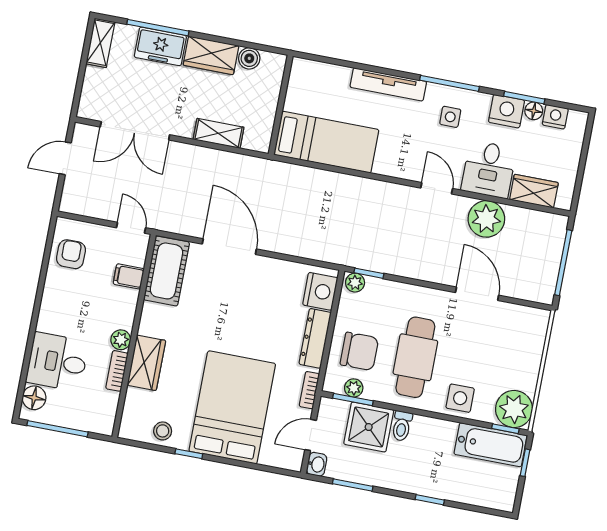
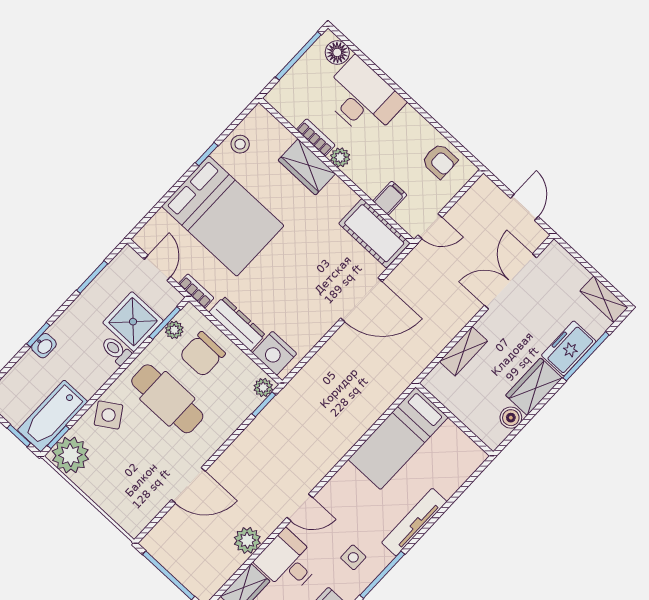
plant: (486, 219) -> (247, 540), width x0.73, depth x0.73
desk: (57, 362) -> (362, 98), width x1.37
side table: (460, 398) -> (109, 415), turned -33
washbasin: (317, 464) -> (44, 346), moved, turned -90

